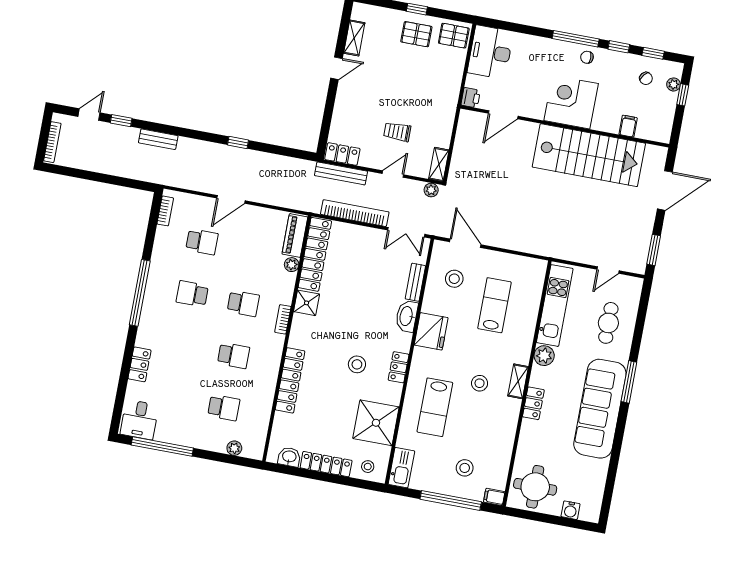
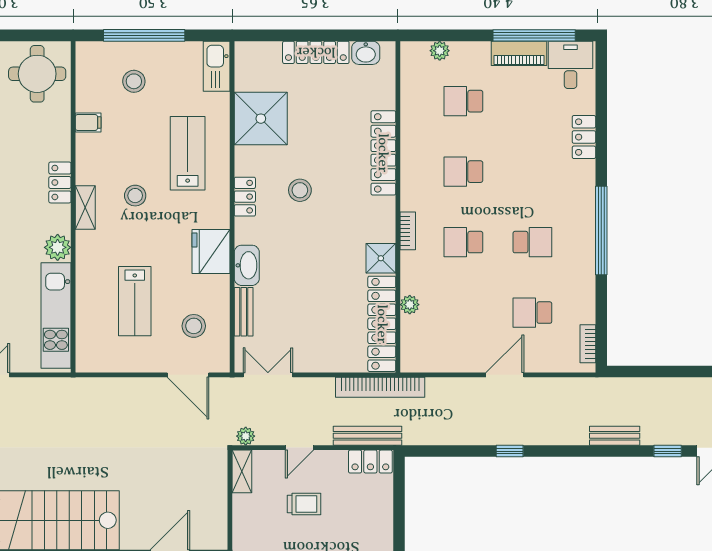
bookcase: (355, 213) -> (380, 387), moved
piano: (295, 235) -> (519, 53), moved, turned 90
stool: (368, 467) -> (261, 59), removed
filing cabinet: (494, 497) -> (88, 122), moved

